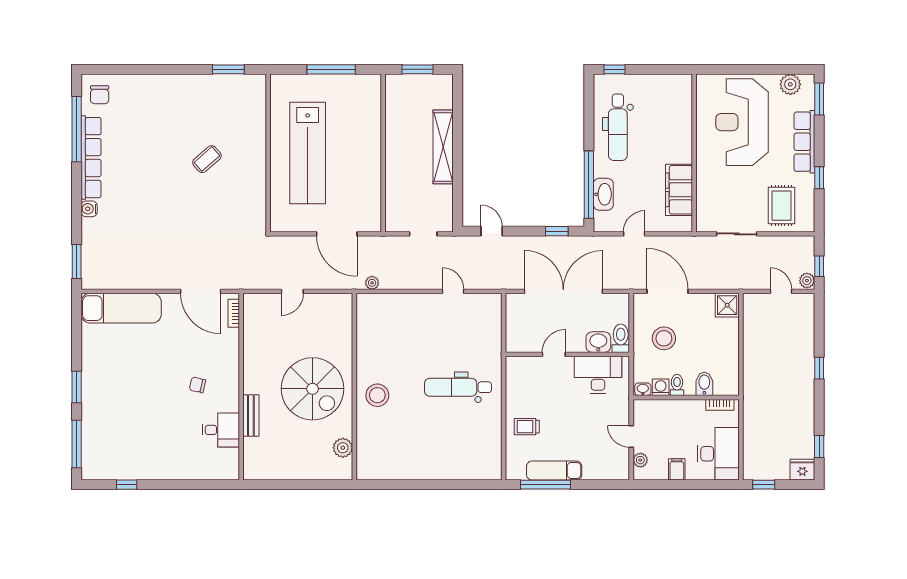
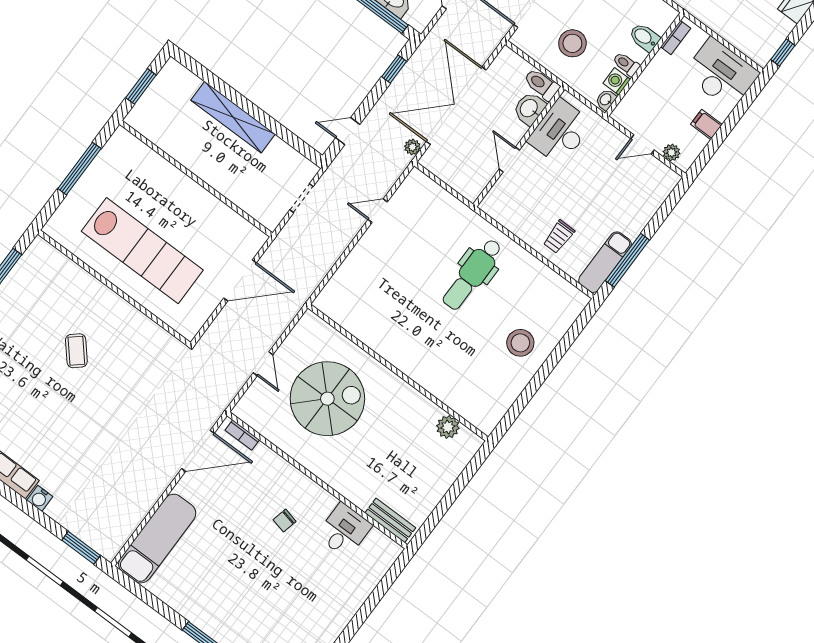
plant: (372, 283) -> (412, 147), moved
spiral stairs: (313, 389) -> (327, 399), moved
stool: (377, 395) -> (520, 343), moved
bench: (251, 416) -> (390, 520), moved
exam couch: (554, 471) -> (605, 262), moved

